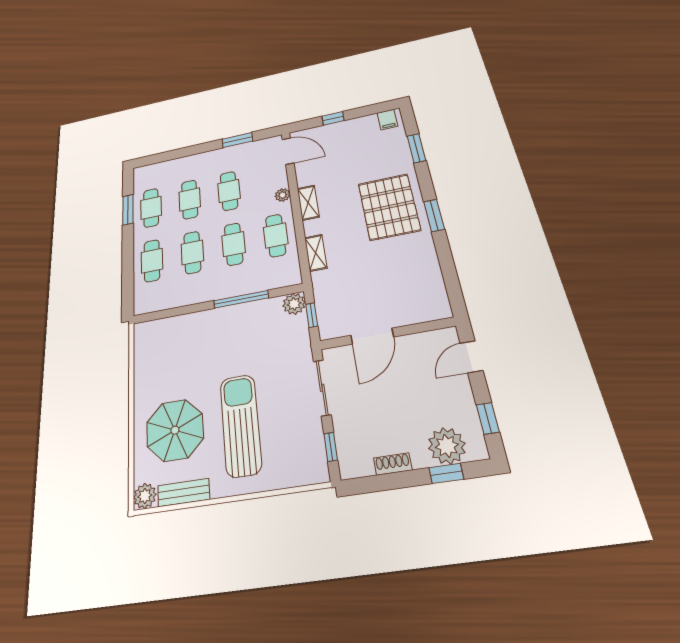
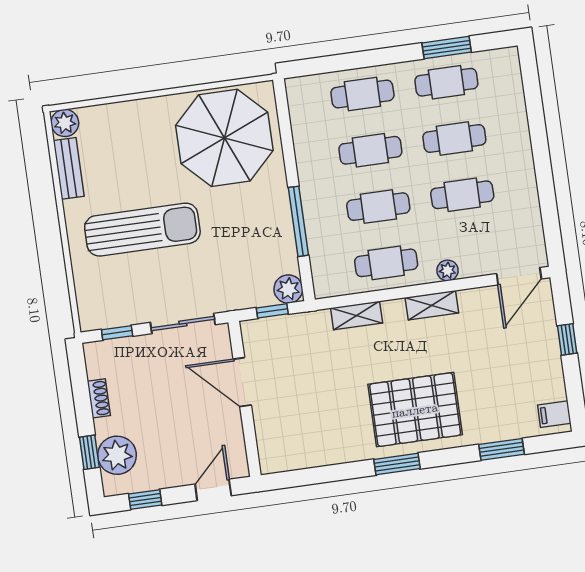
window: (237, 140) -> (548, 202), removed
door: (471, 357) -> (213, 490), hinge flipped
parasol: (175, 430) -> (224, 138), moved, width x1.36, depth x1.36

